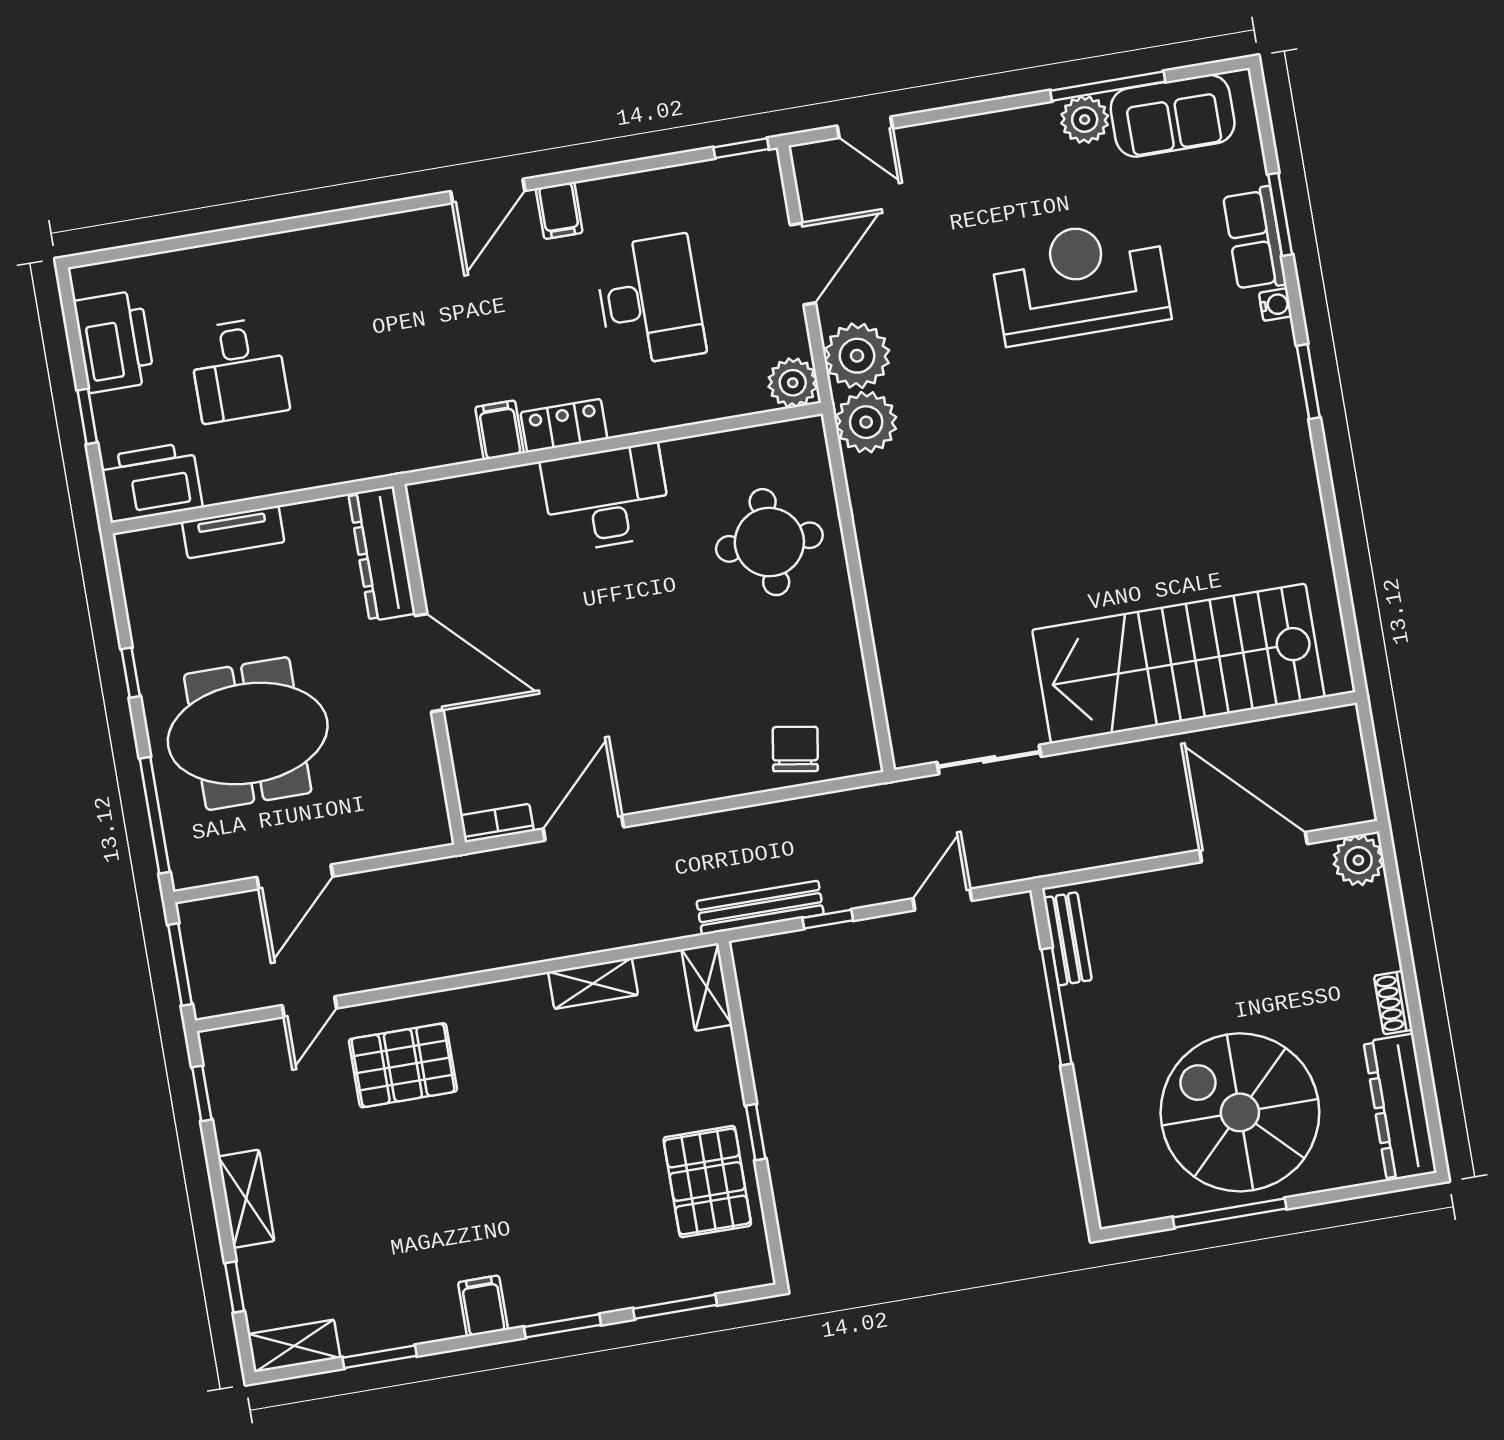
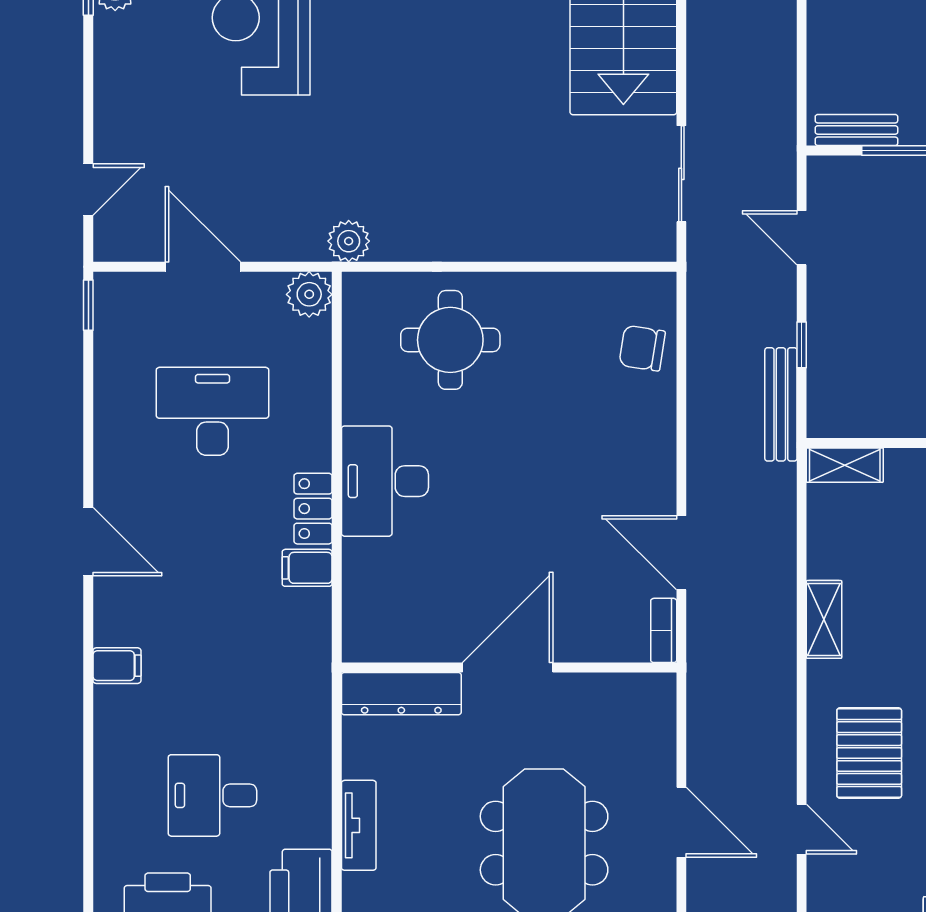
filing cabinet: (559, 211) -> (117, 666), moved
plant: (857, 356) -> (295, 232), removed
desk: (239, 370) -> (212, 795), turned 180
plant: (866, 422) -> (349, 241), width x0.73, depth x0.73
shelving: (593, 983) -> (824, 619), moved

